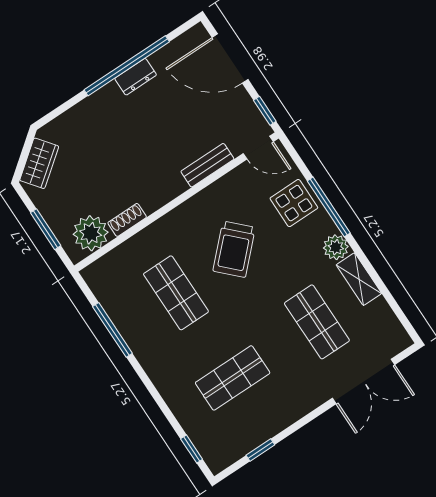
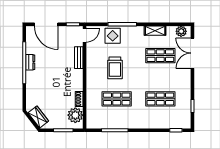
door: (230, 58) -> (46, 24), hinge flipped
plant: (336, 247) -> (181, 31), moved
trolley: (234, 249) -> (115, 68), turned 45
shop shelf: (233, 378) -> (160, 99), turned 90
double door: (364, 381) -> (193, 53), swing flipped

